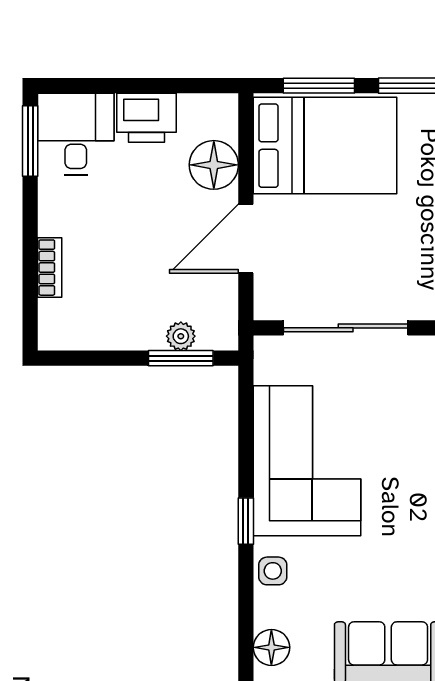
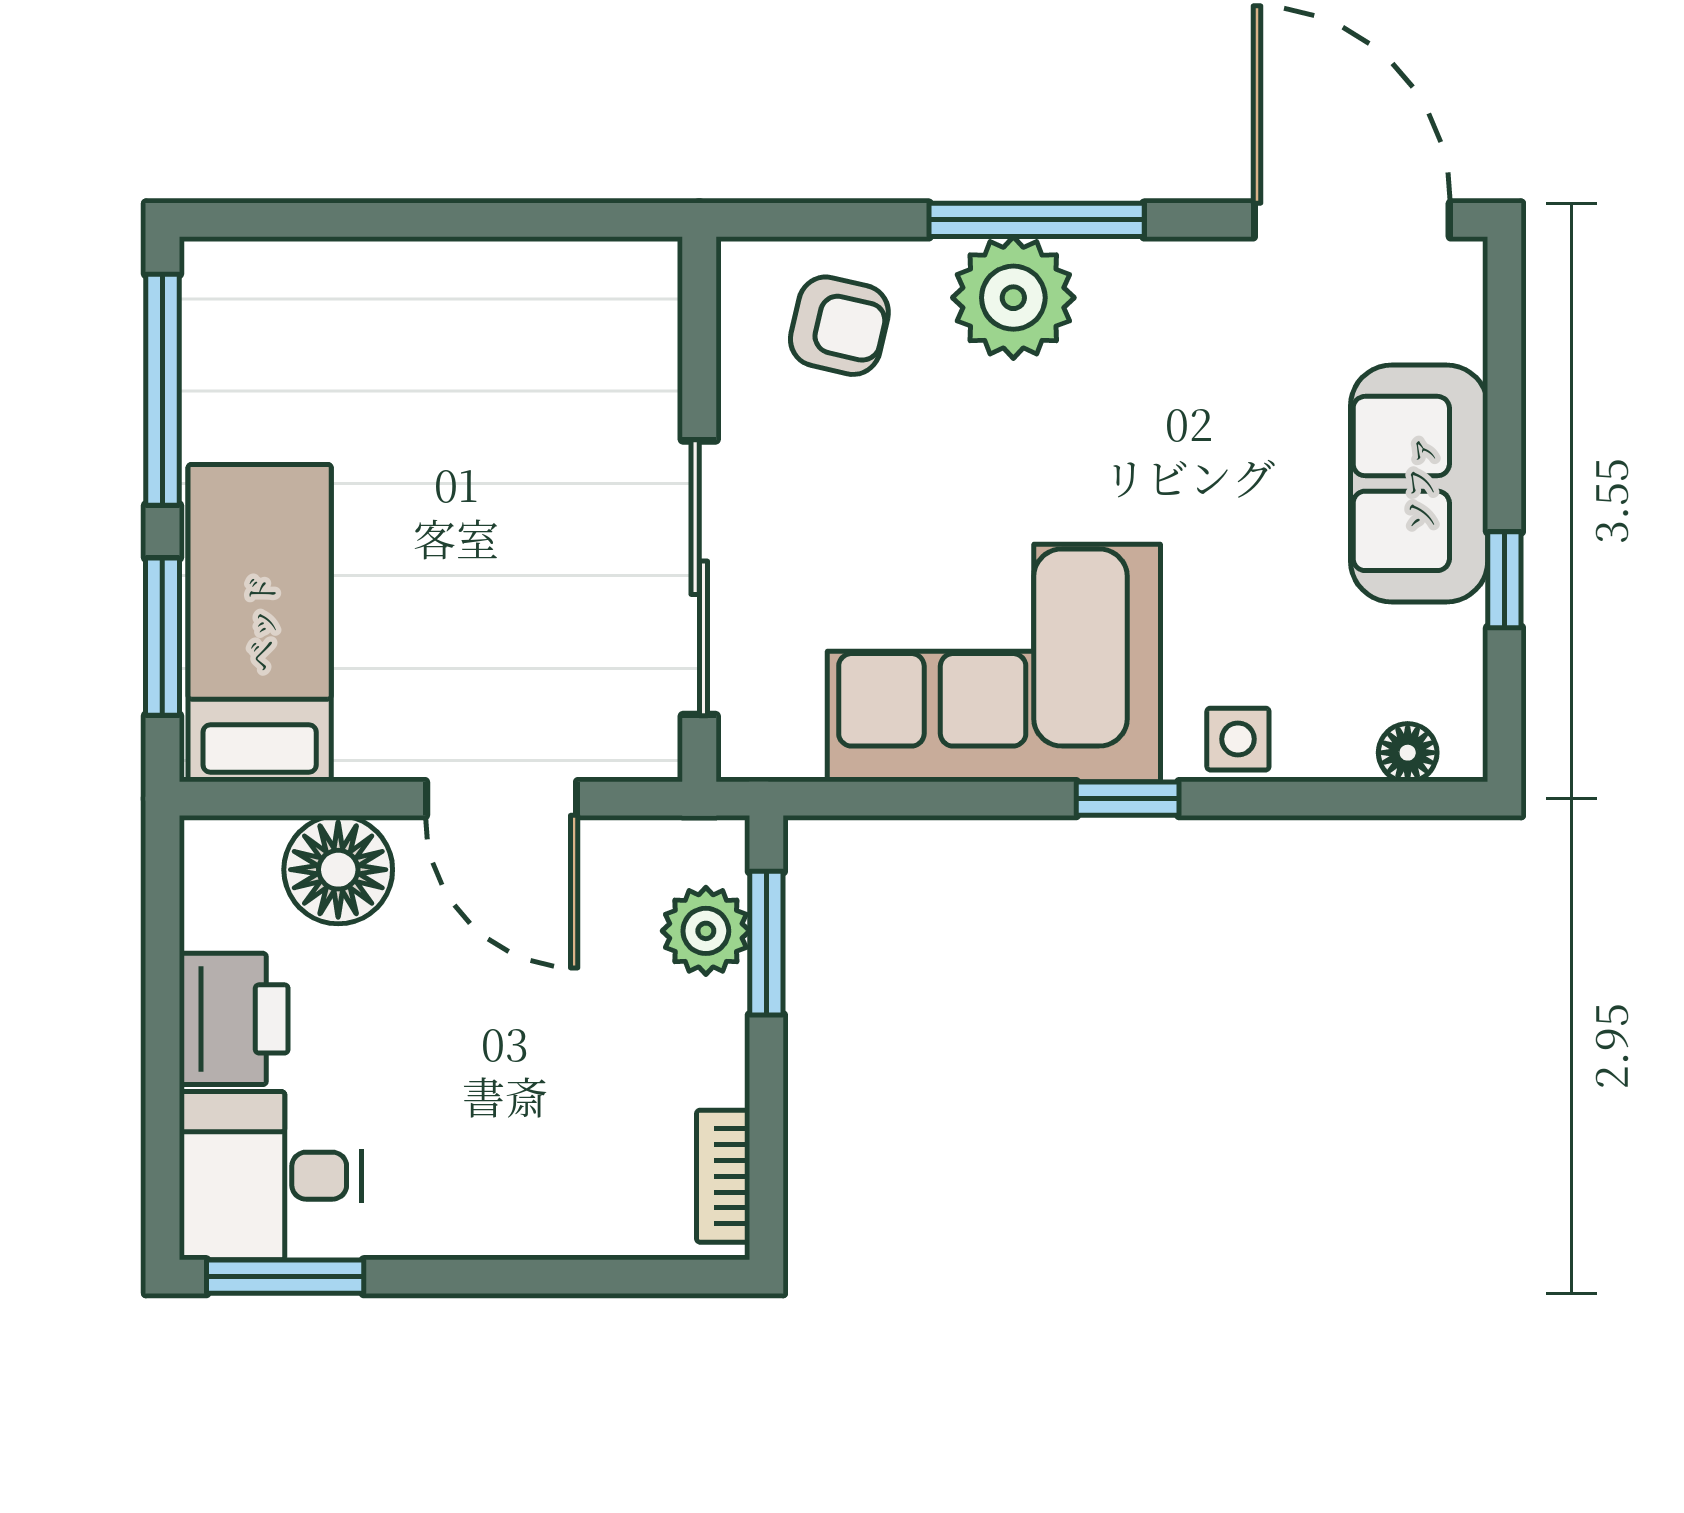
bed: (325, 146) -> (260, 623), width x0.67
bookcase: (50, 268) -> (723, 1176), moved, turned -90
plant: (181, 336) -> (706, 931), width x1.38, depth x1.38
floor lamp: (271, 647) -> (1408, 753), width x0.73, depth x0.73

